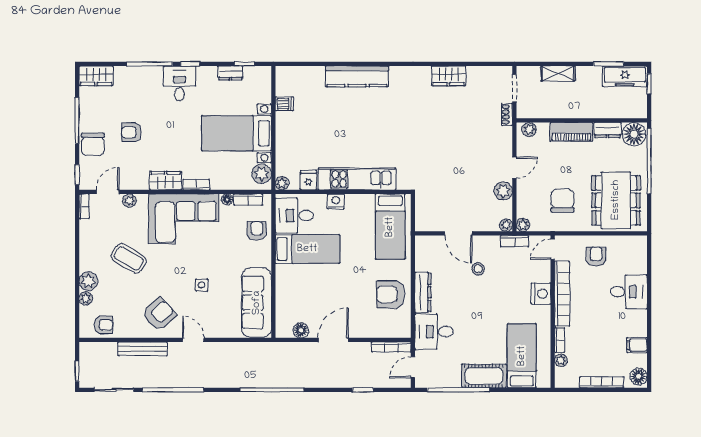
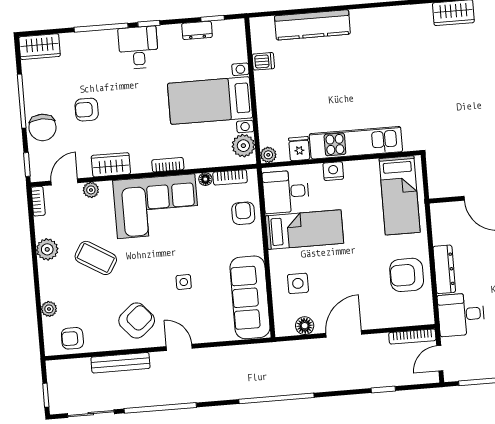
kitchen counter: (357, 76) -> (312, 25), moved
wardrobe: (166, 181) -> (111, 165), moved
plant: (88, 281) -> (47, 249), moved
side table: (298, 294) -> (298, 283), added
armchair: (104, 325) -> (72, 338), turned 180

